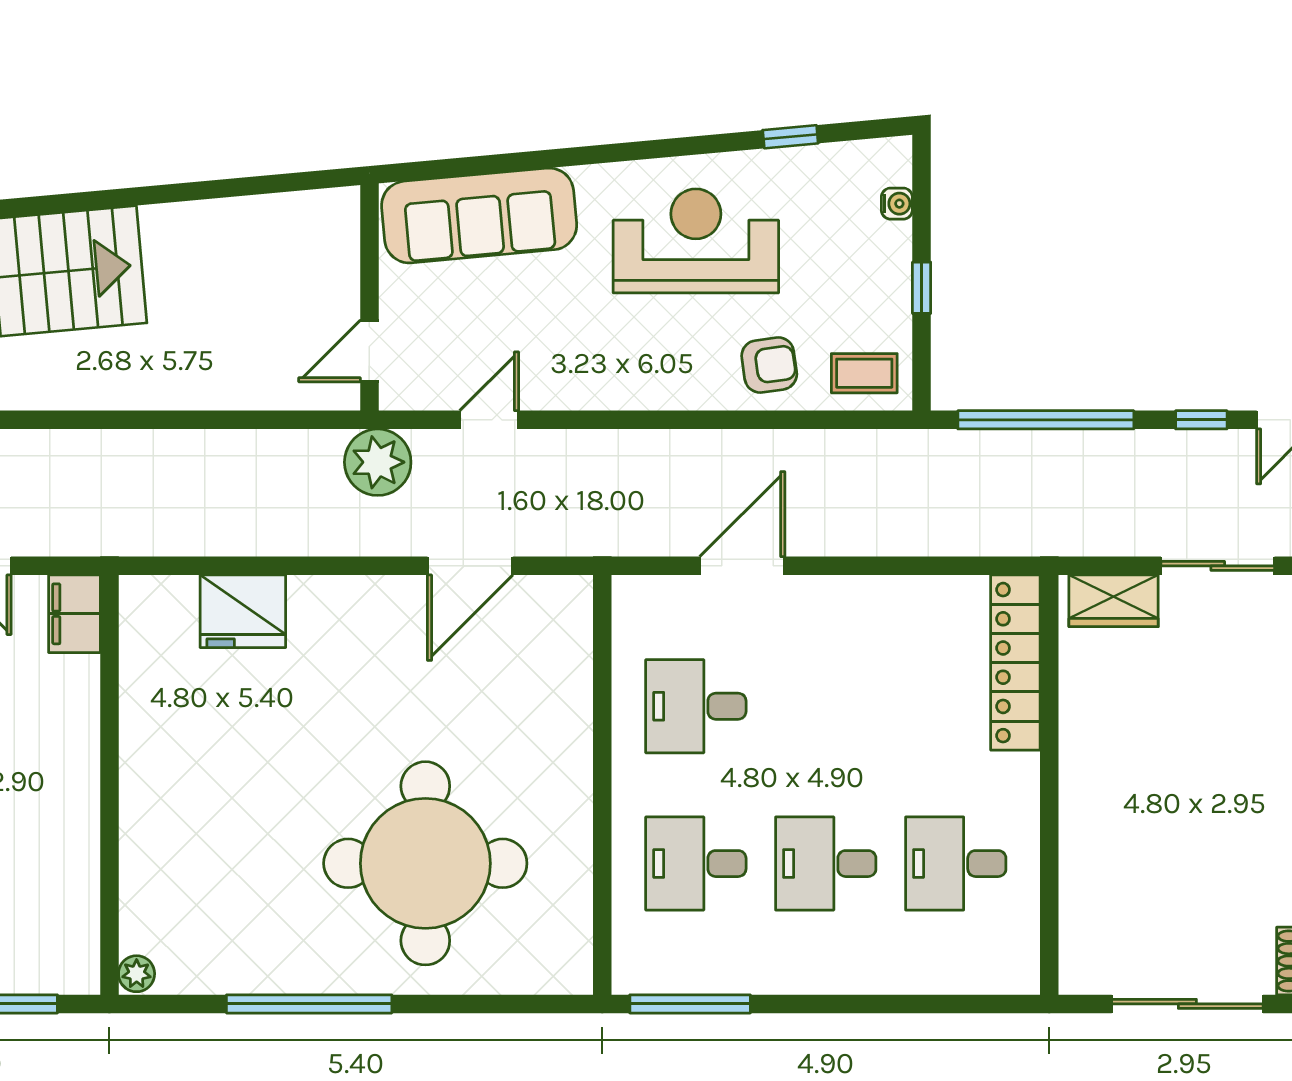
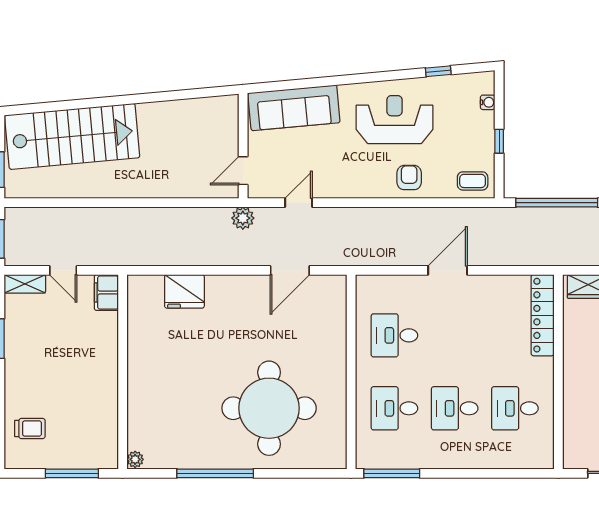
armchair: (769, 365) -> (409, 178), moved, turned -82
plant: (378, 462) -> (243, 218), width x0.73, depth x0.73
door: (742, 566) -> (448, 270), moved

